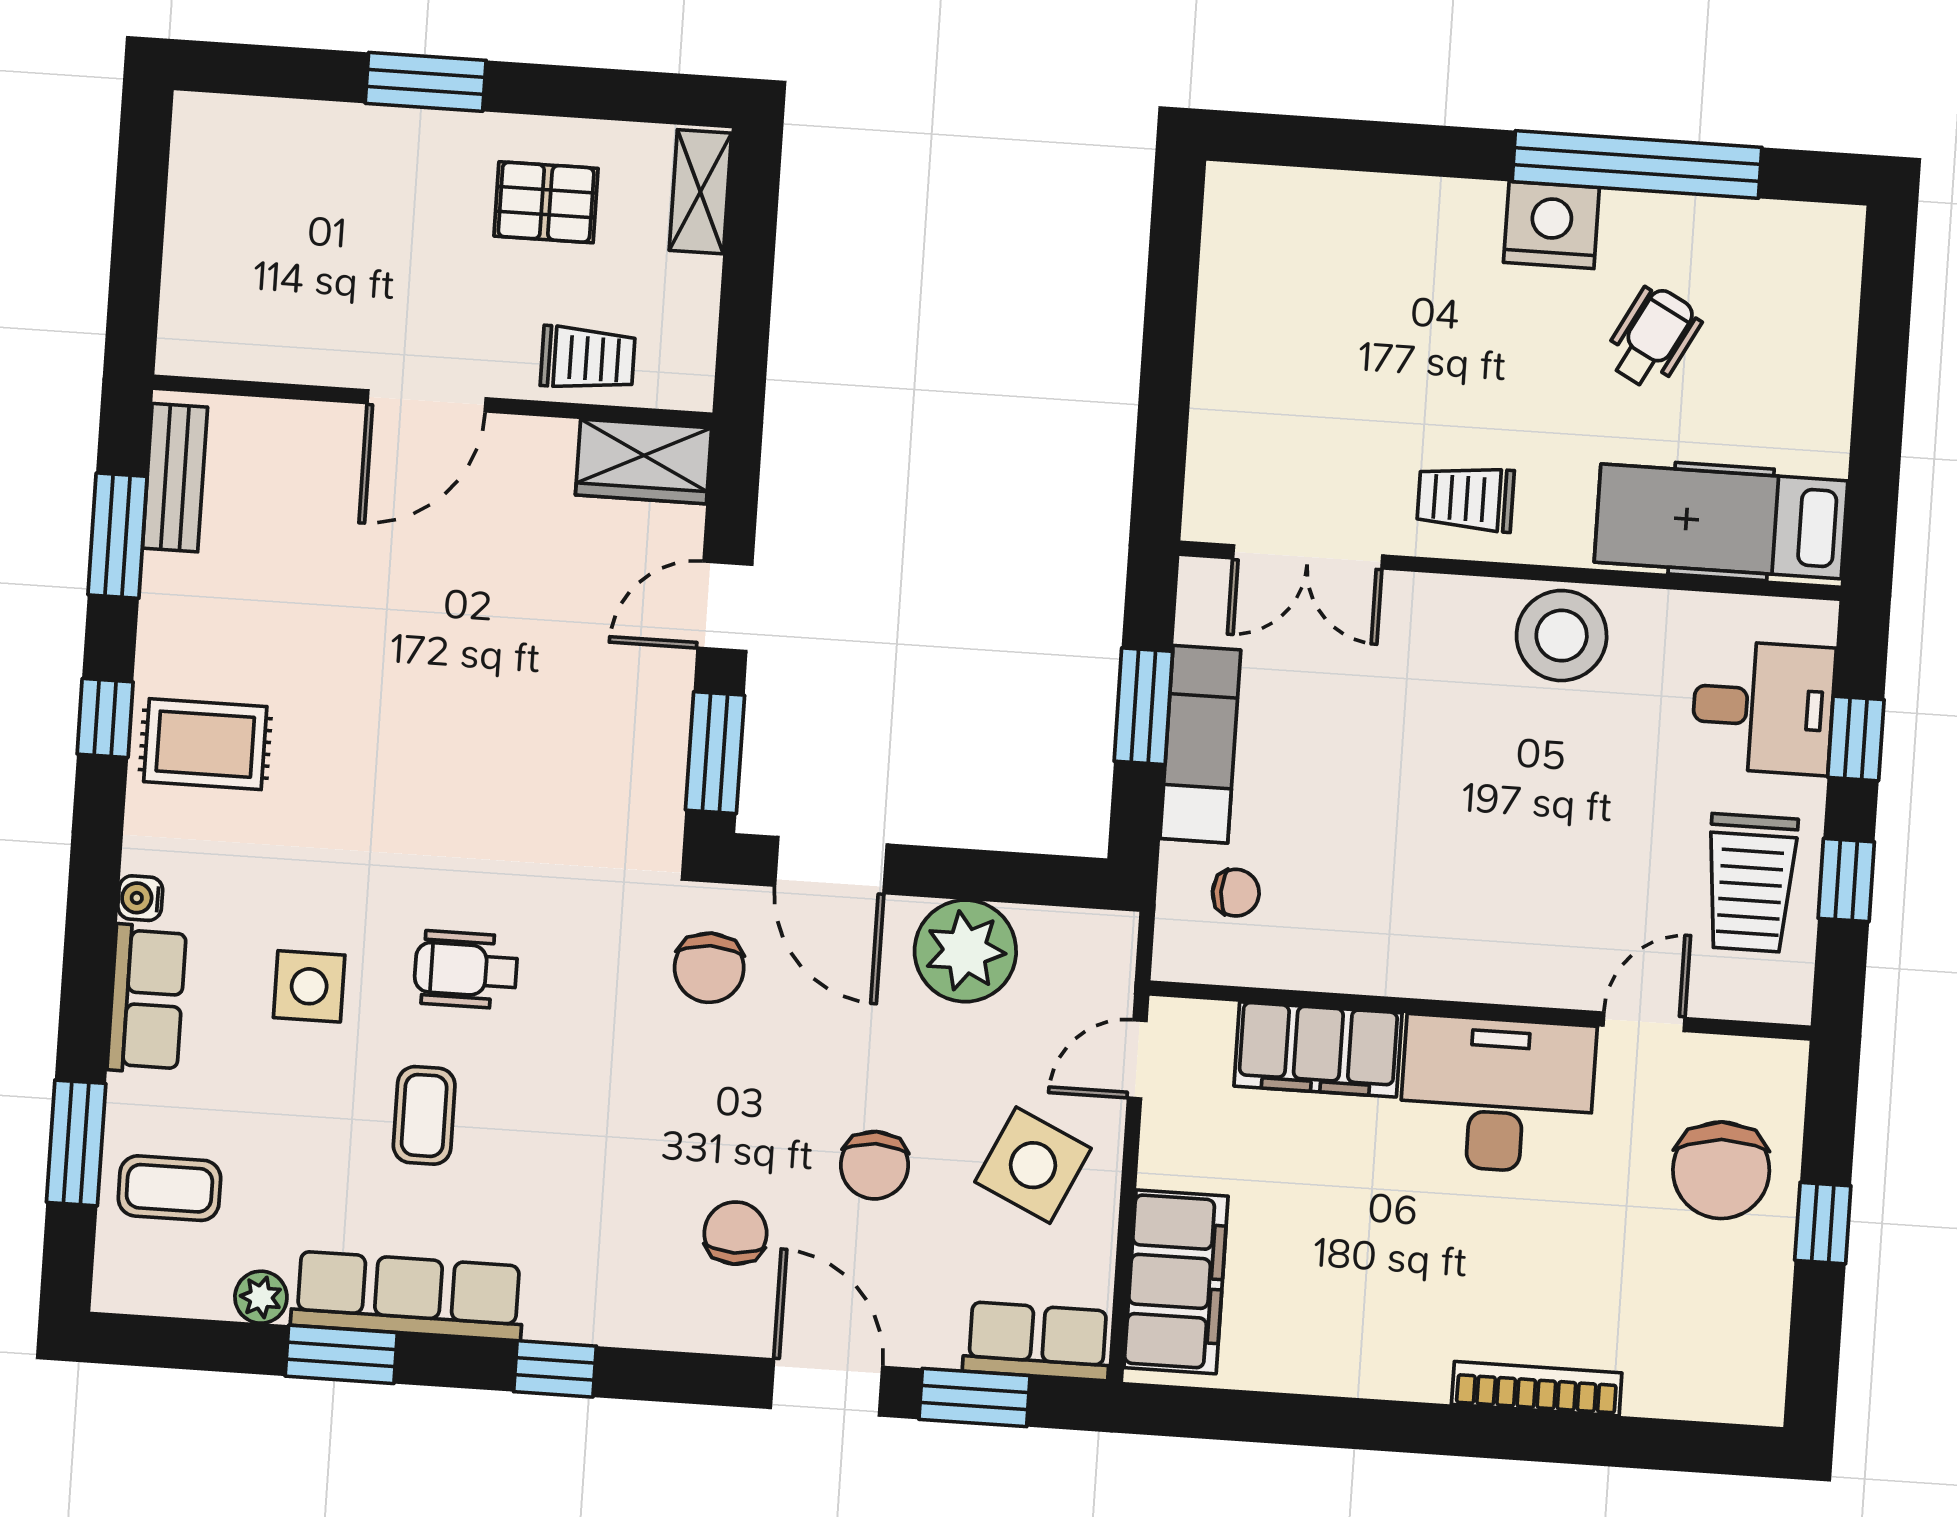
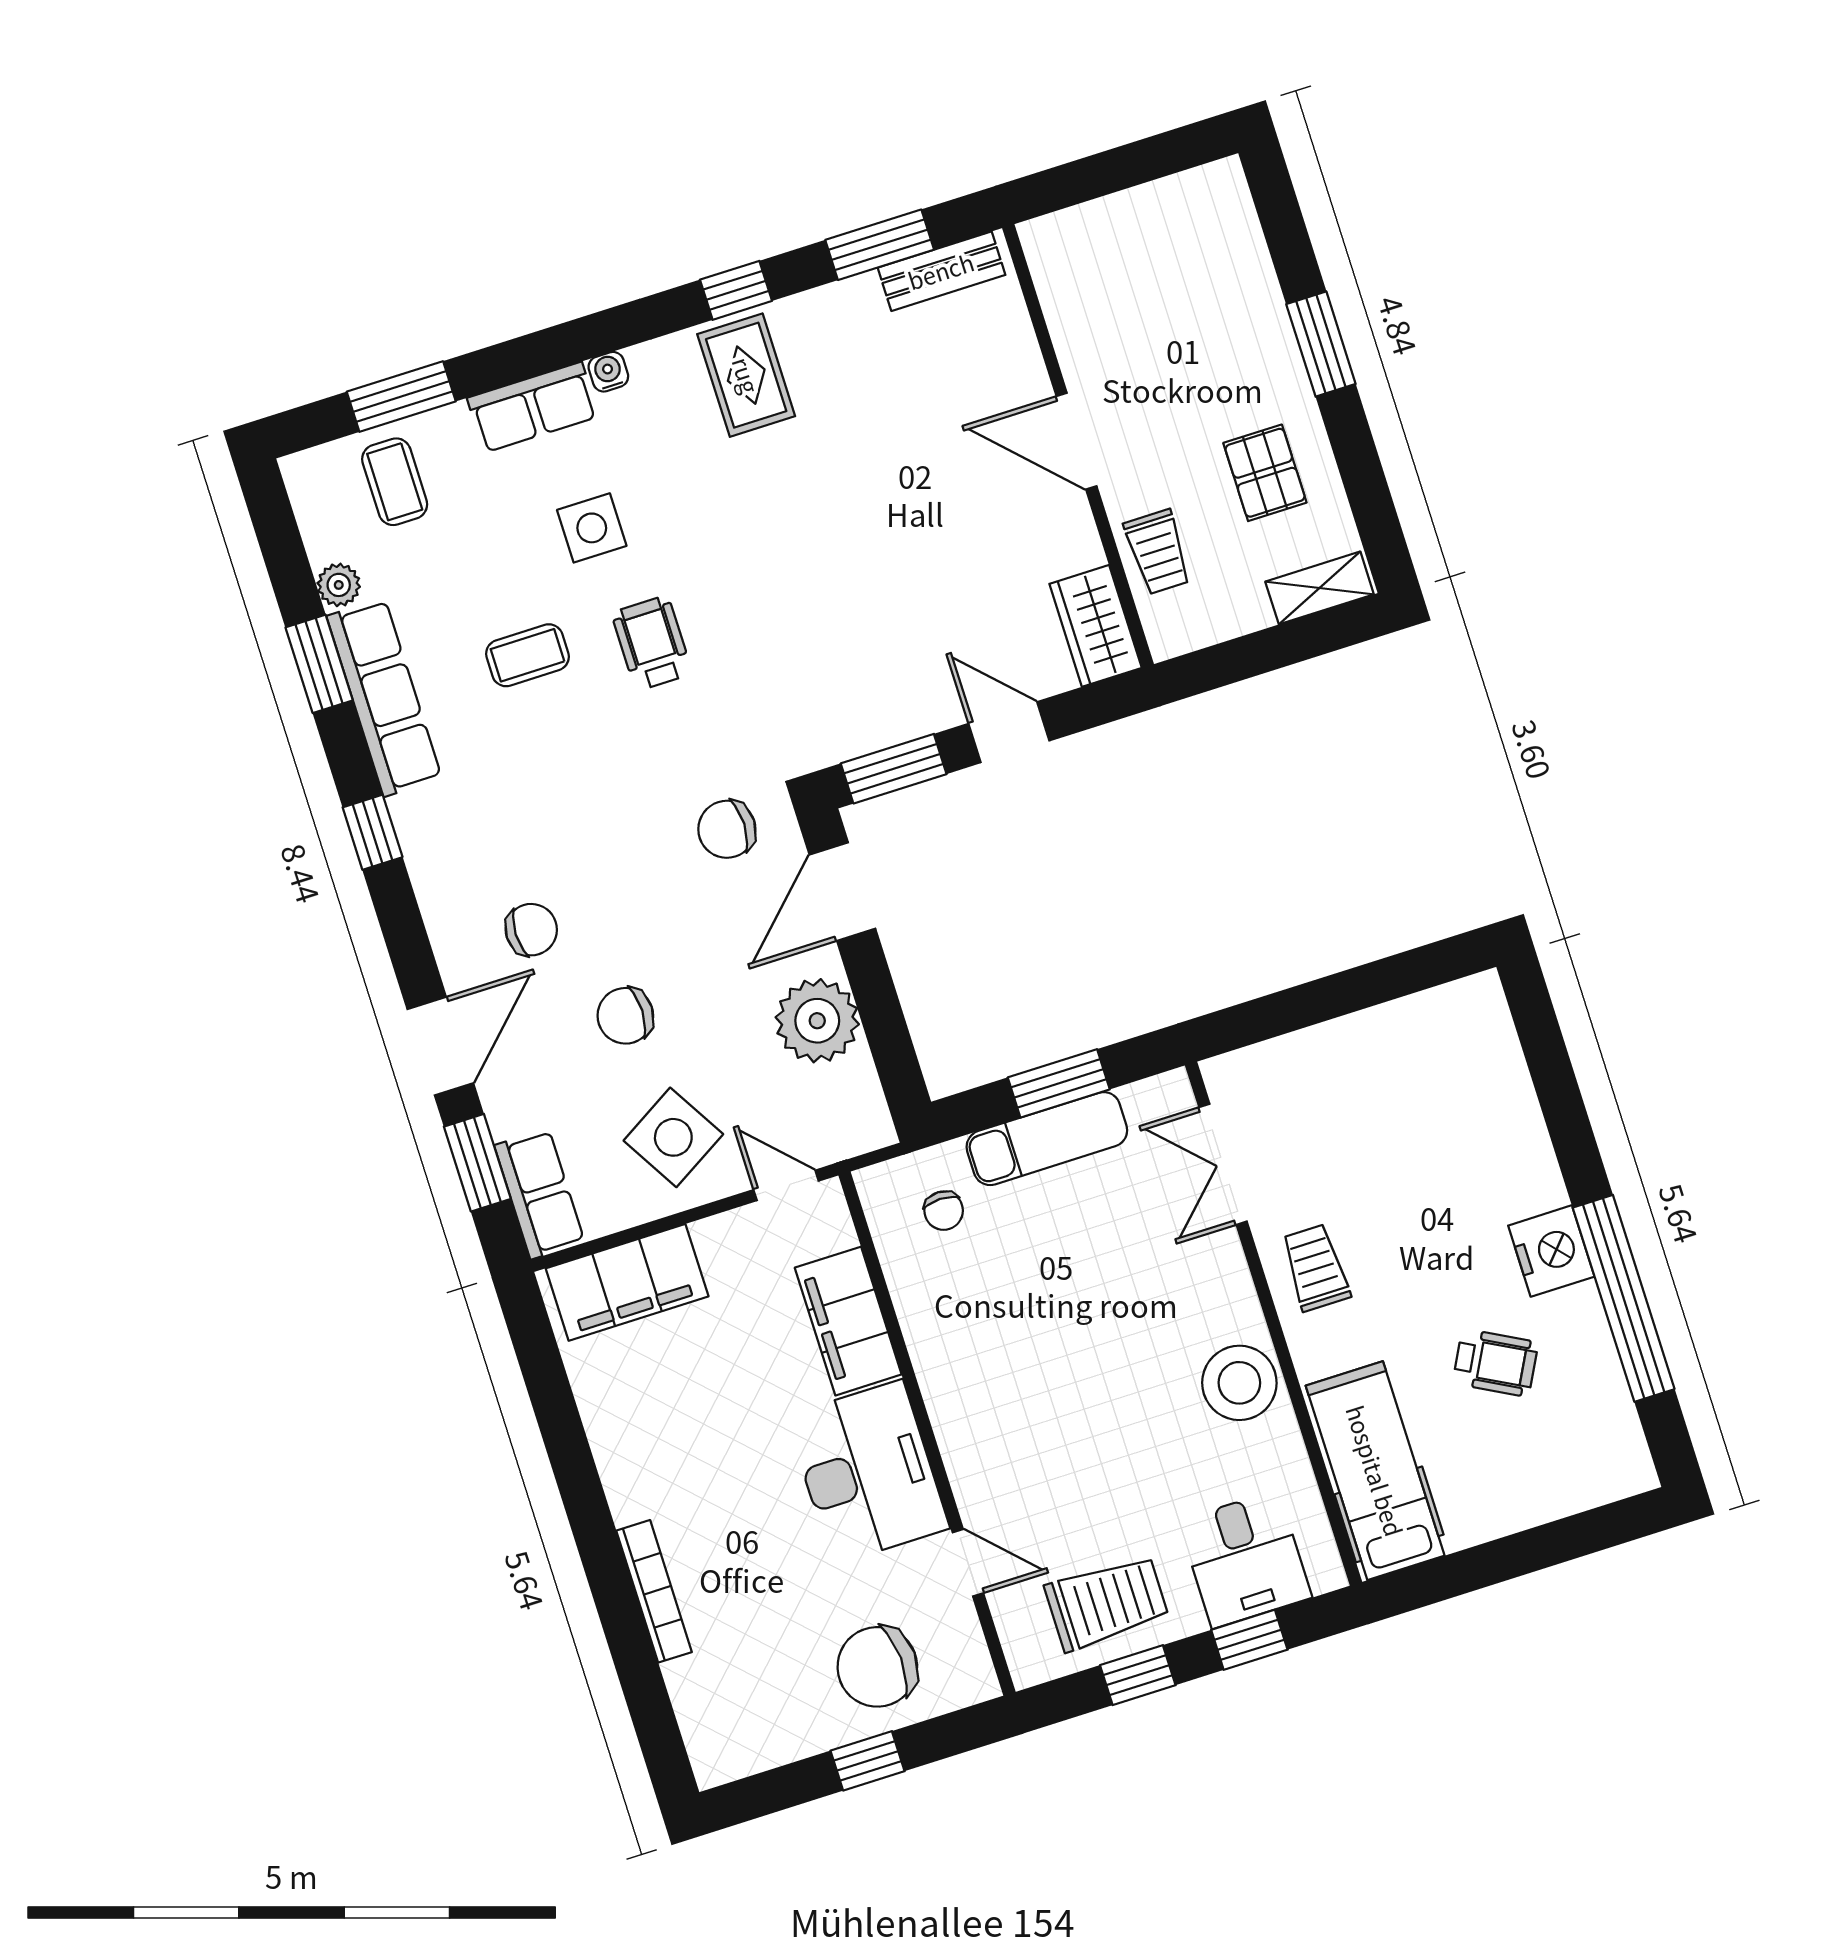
trolley: (1751, 883) -> (1107, 1603), turned 180
side table: (1033, 1165) -> (673, 1137), turned 34

